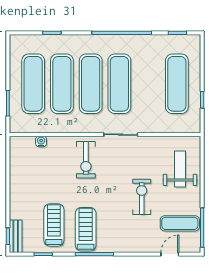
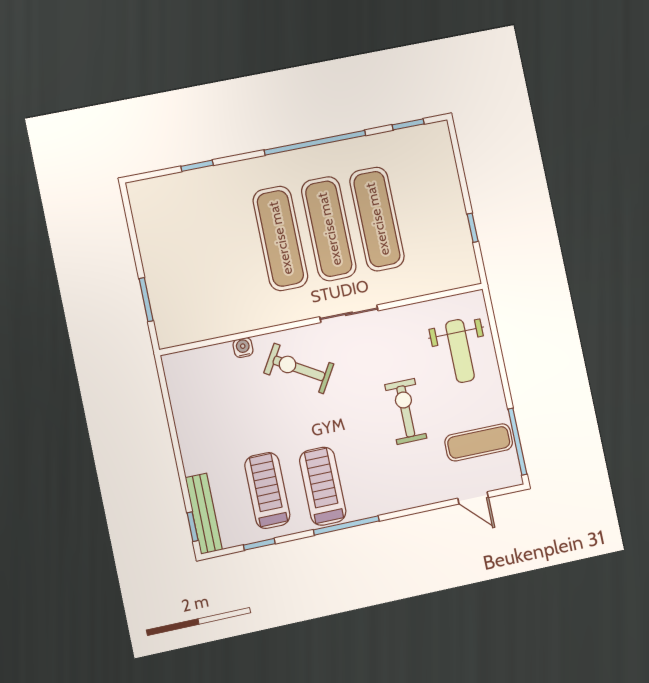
exercise mat: (33, 84) -> (183, 258), removed
exercise mat: (62, 84) -> (232, 248), removed
exercise mat: (177, 84) -> (377, 219), moved
water cooler: (41, 141) -> (243, 348), moved
exercise bike: (86, 160) -> (299, 368), turned 121
weight bench: (180, 169) -> (460, 351), turned 180
bench: (16, 236) -> (204, 514), width x1.36
door: (170, 254) -> (473, 498), swing flipped

